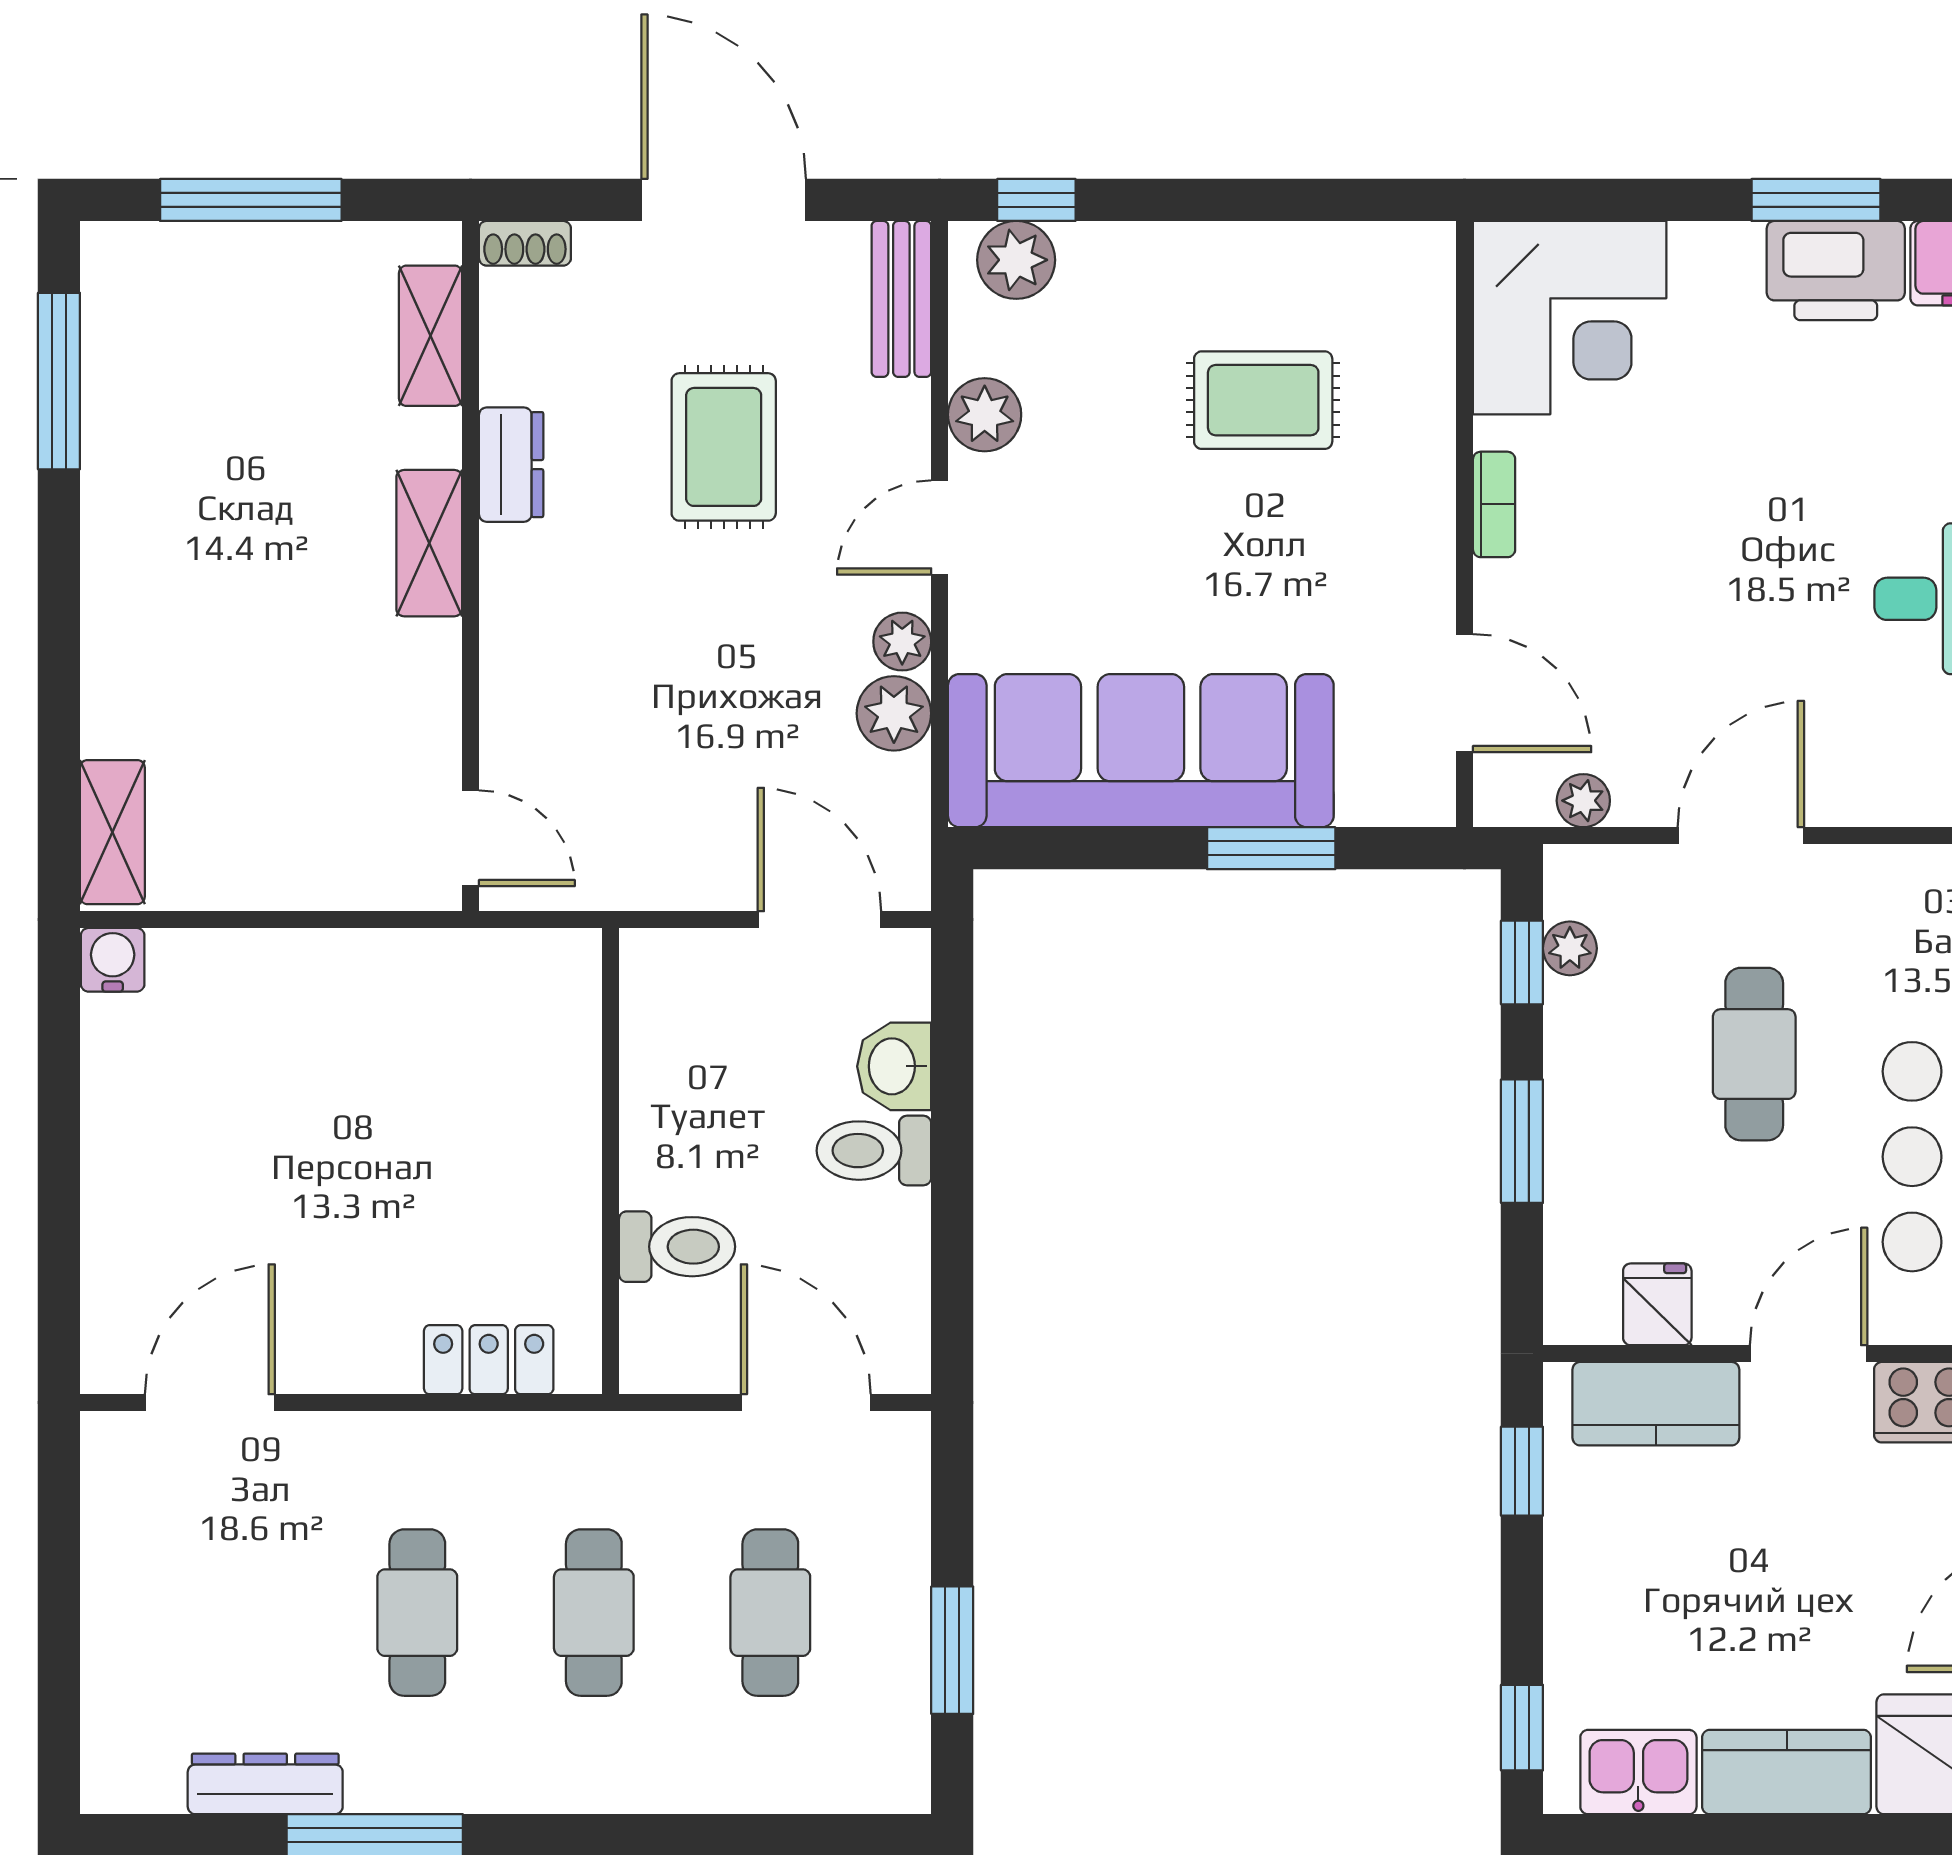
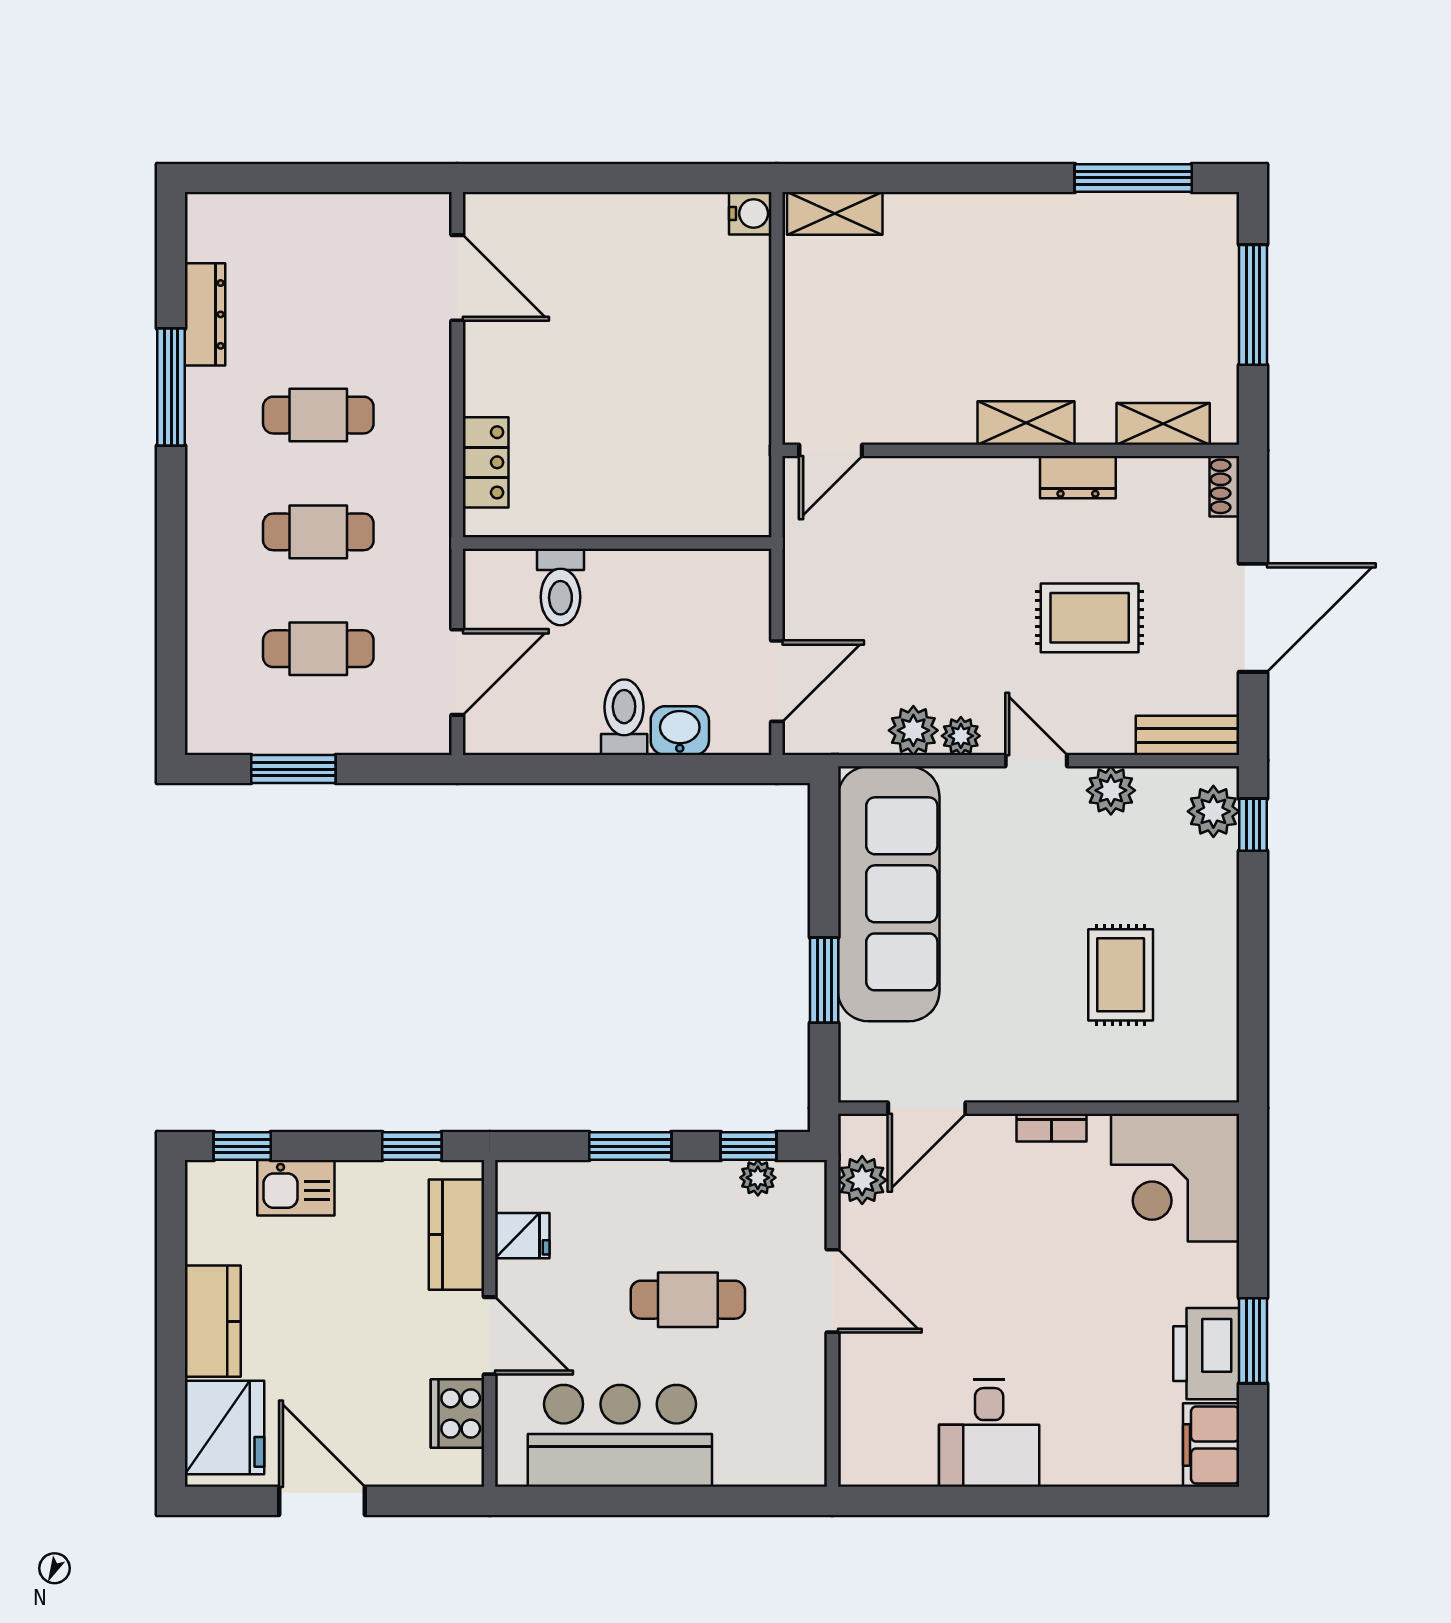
plant: (1583, 801) -> (862, 1180), width x1.38, depth x1.38
kitchen sink: (1638, 1772) -> (296, 1188), moved, turned 90

